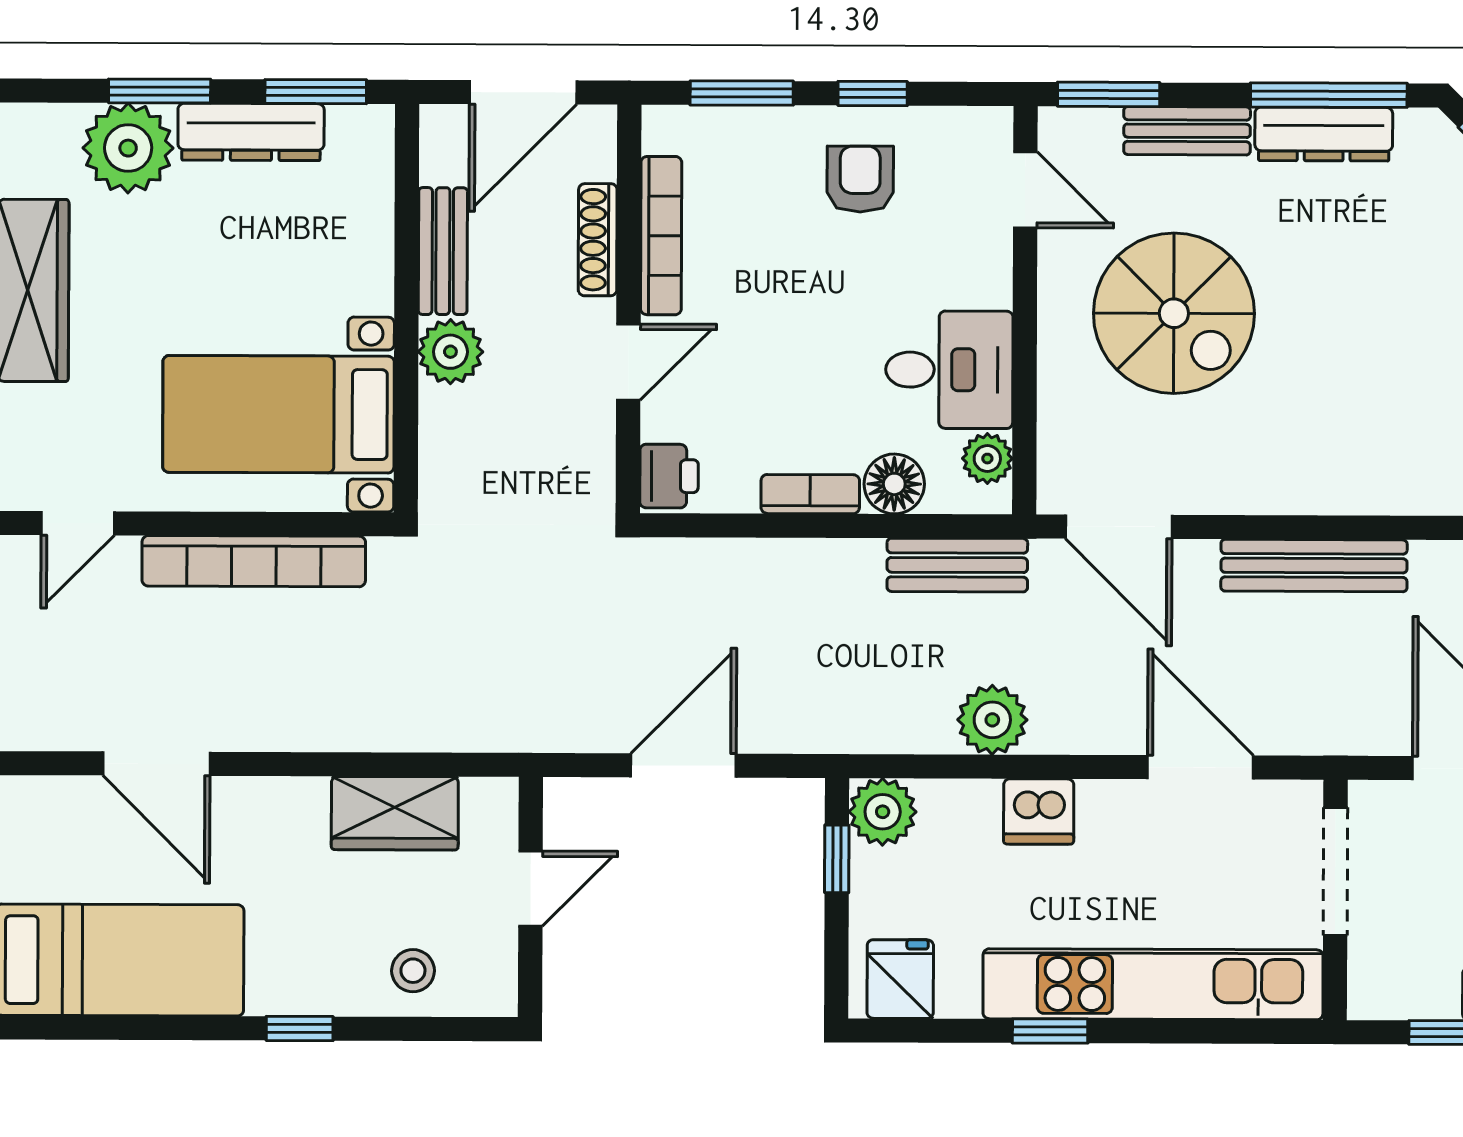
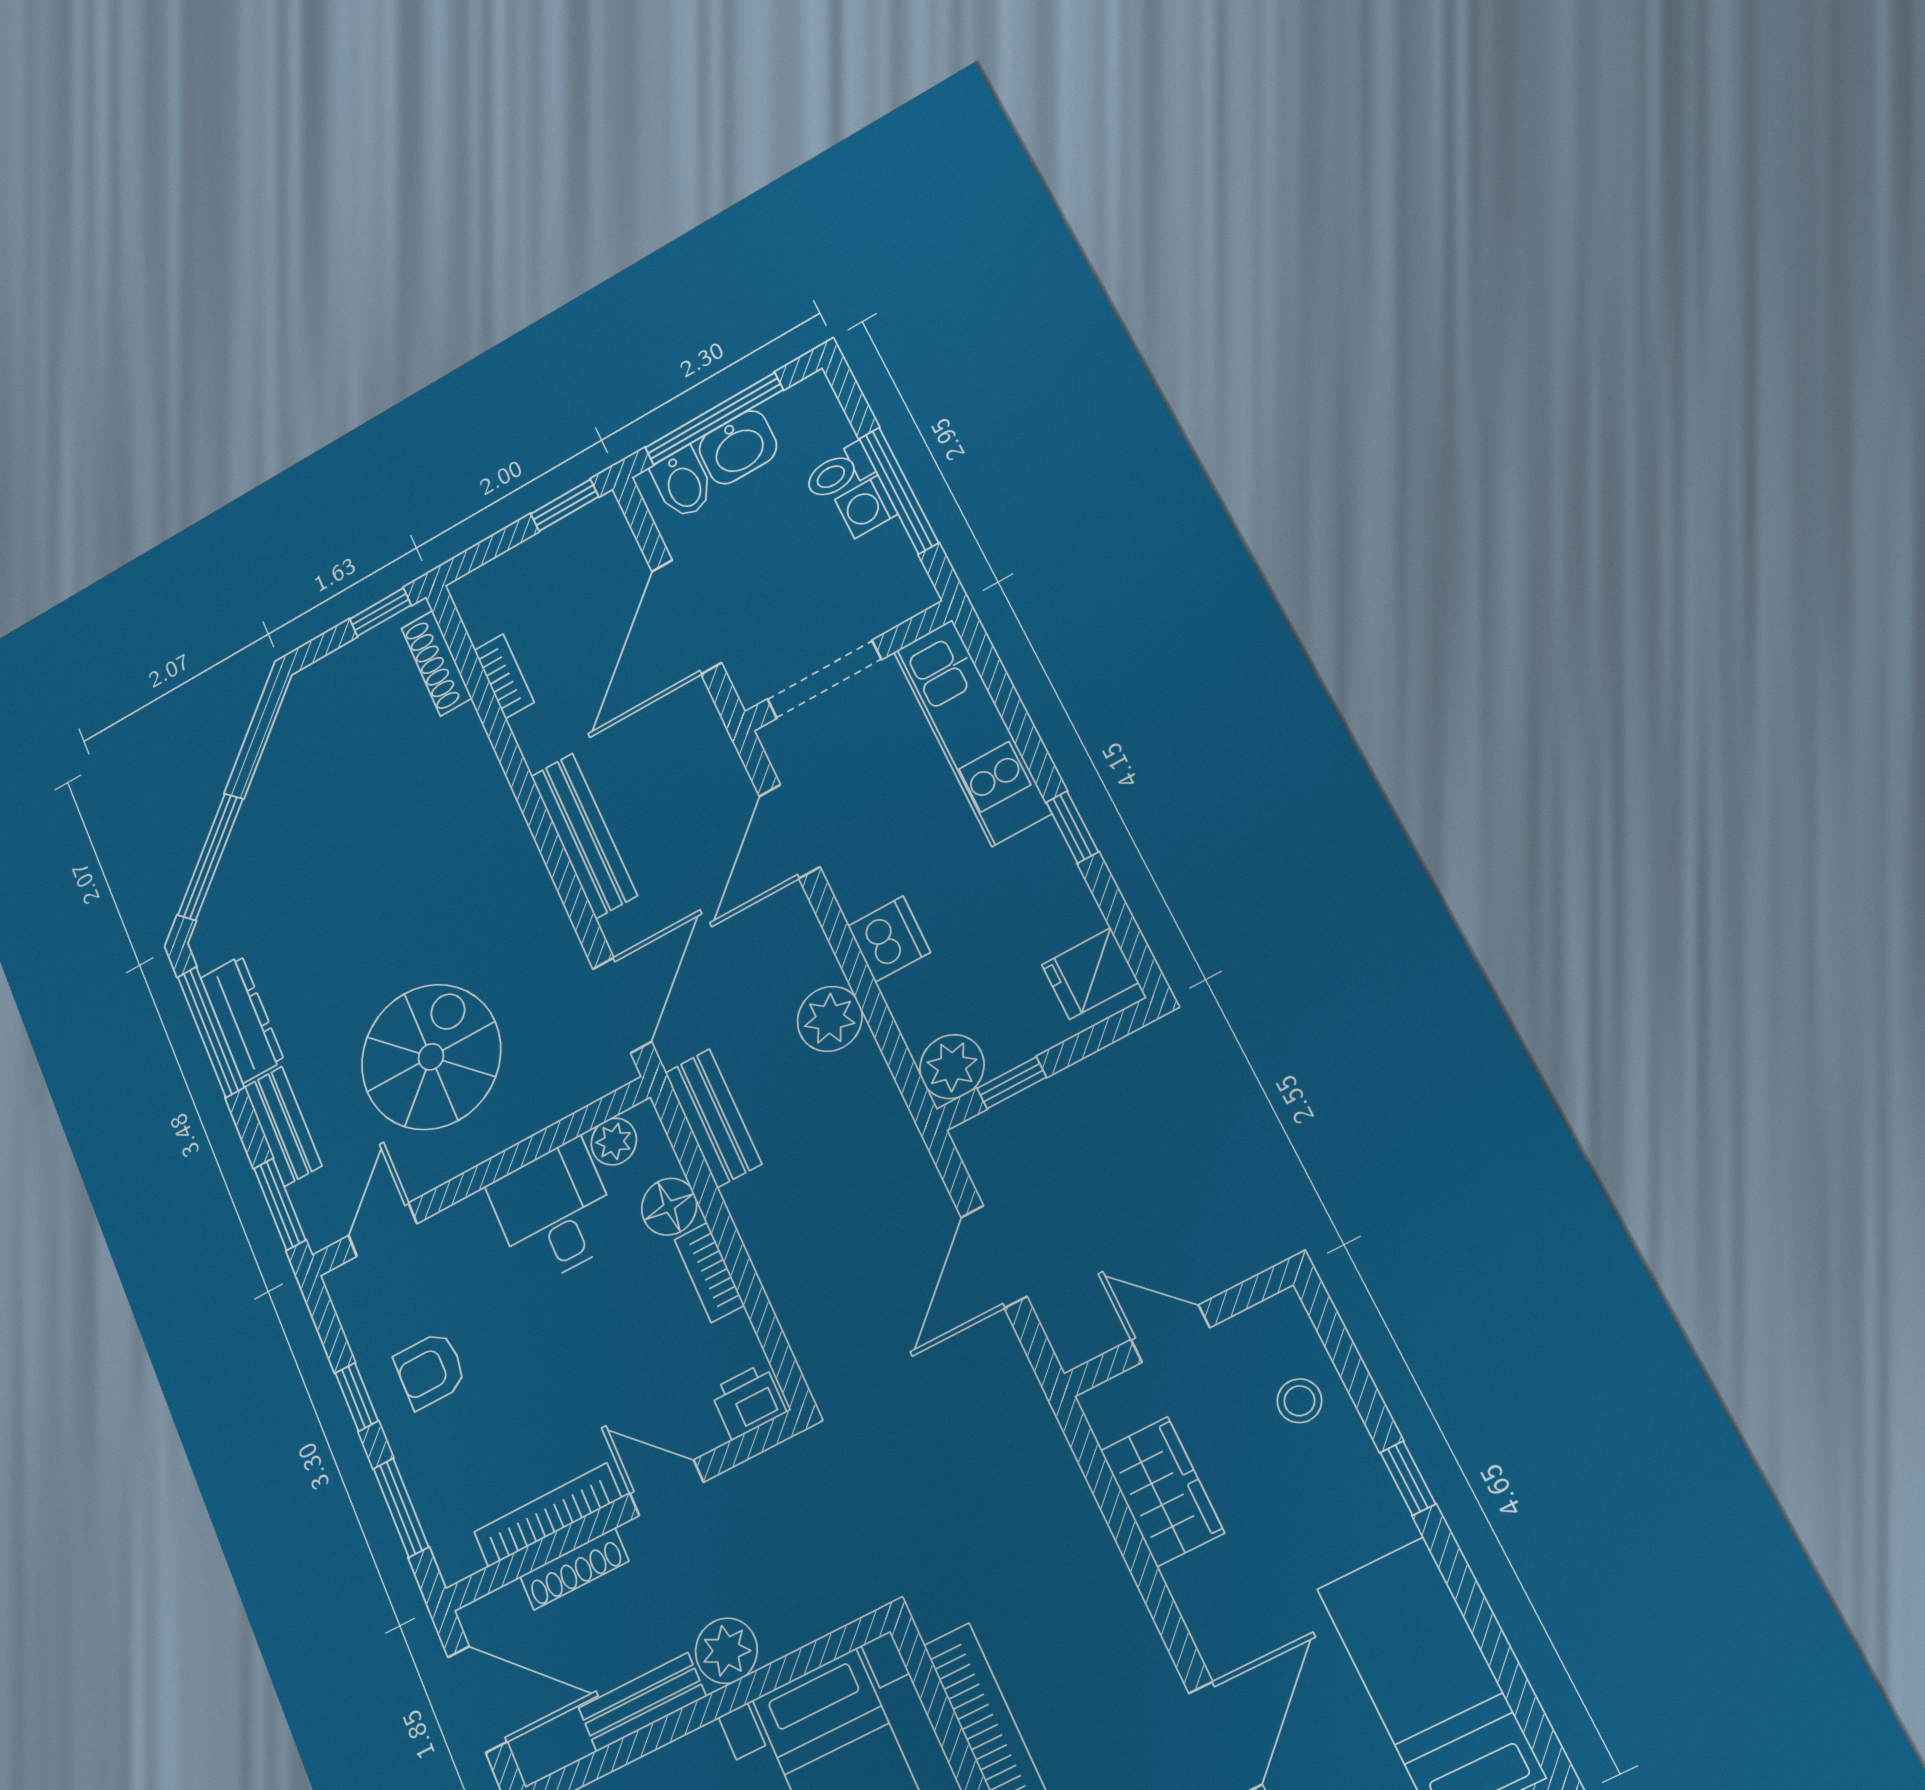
door: (683, 765) -> (994, 1257), hinge flipped
kitchen unit: (1153, 984) -> (972, 732), width x0.73

